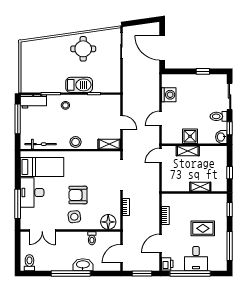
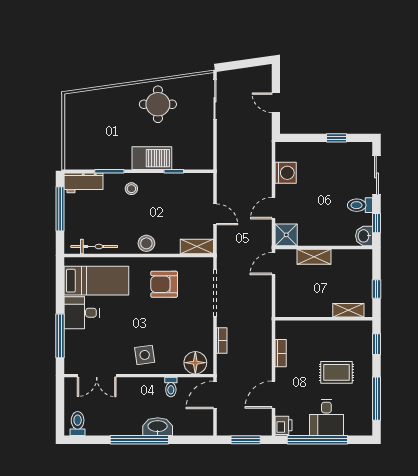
door: (162, 48) -> (276, 103), width x0.53
shower: (190, 136) -> (286, 235), moved
shelving: (200, 187) -> (348, 310), moved
desk: (32, 192) -> (82, 313), width x0.73
armchair: (78, 195) -> (164, 284), moved
door: (121, 254) -> (215, 395), moved

